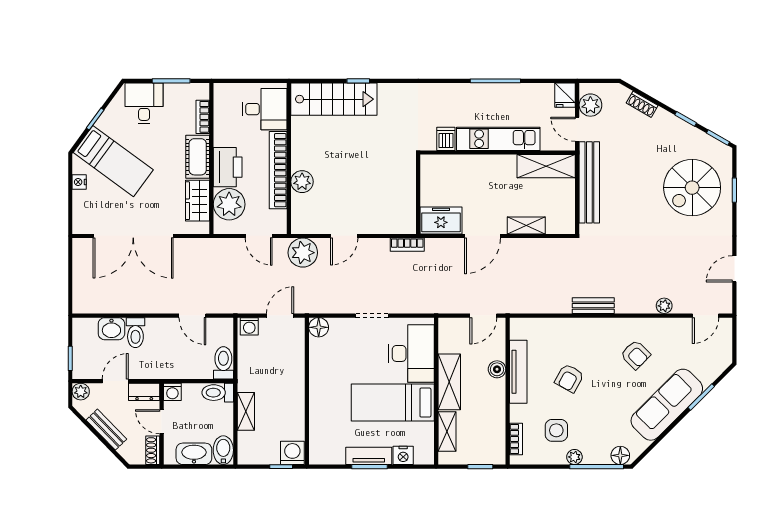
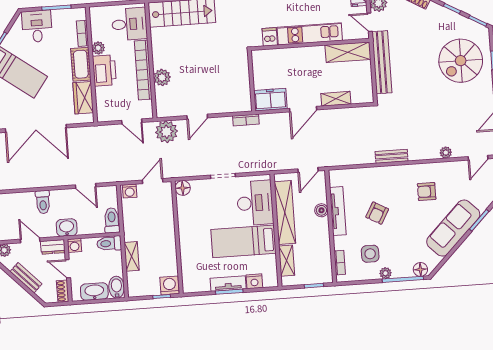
plant: (229, 204) -> (98, 48), moved, width x0.53, depth x0.53
washbasin: (111, 329) -> (67, 228), moved, turned 180
armchair: (636, 355) -> (427, 192), turned 135
door: (115, 381) -> (30, 240), hinge flipped
shelving: (449, 382) -> (285, 213), width x1.47

